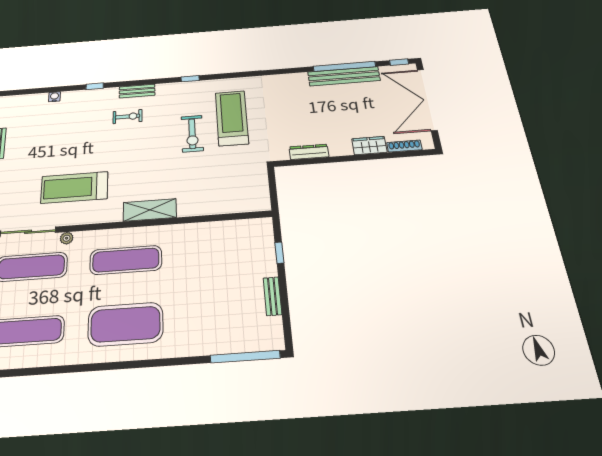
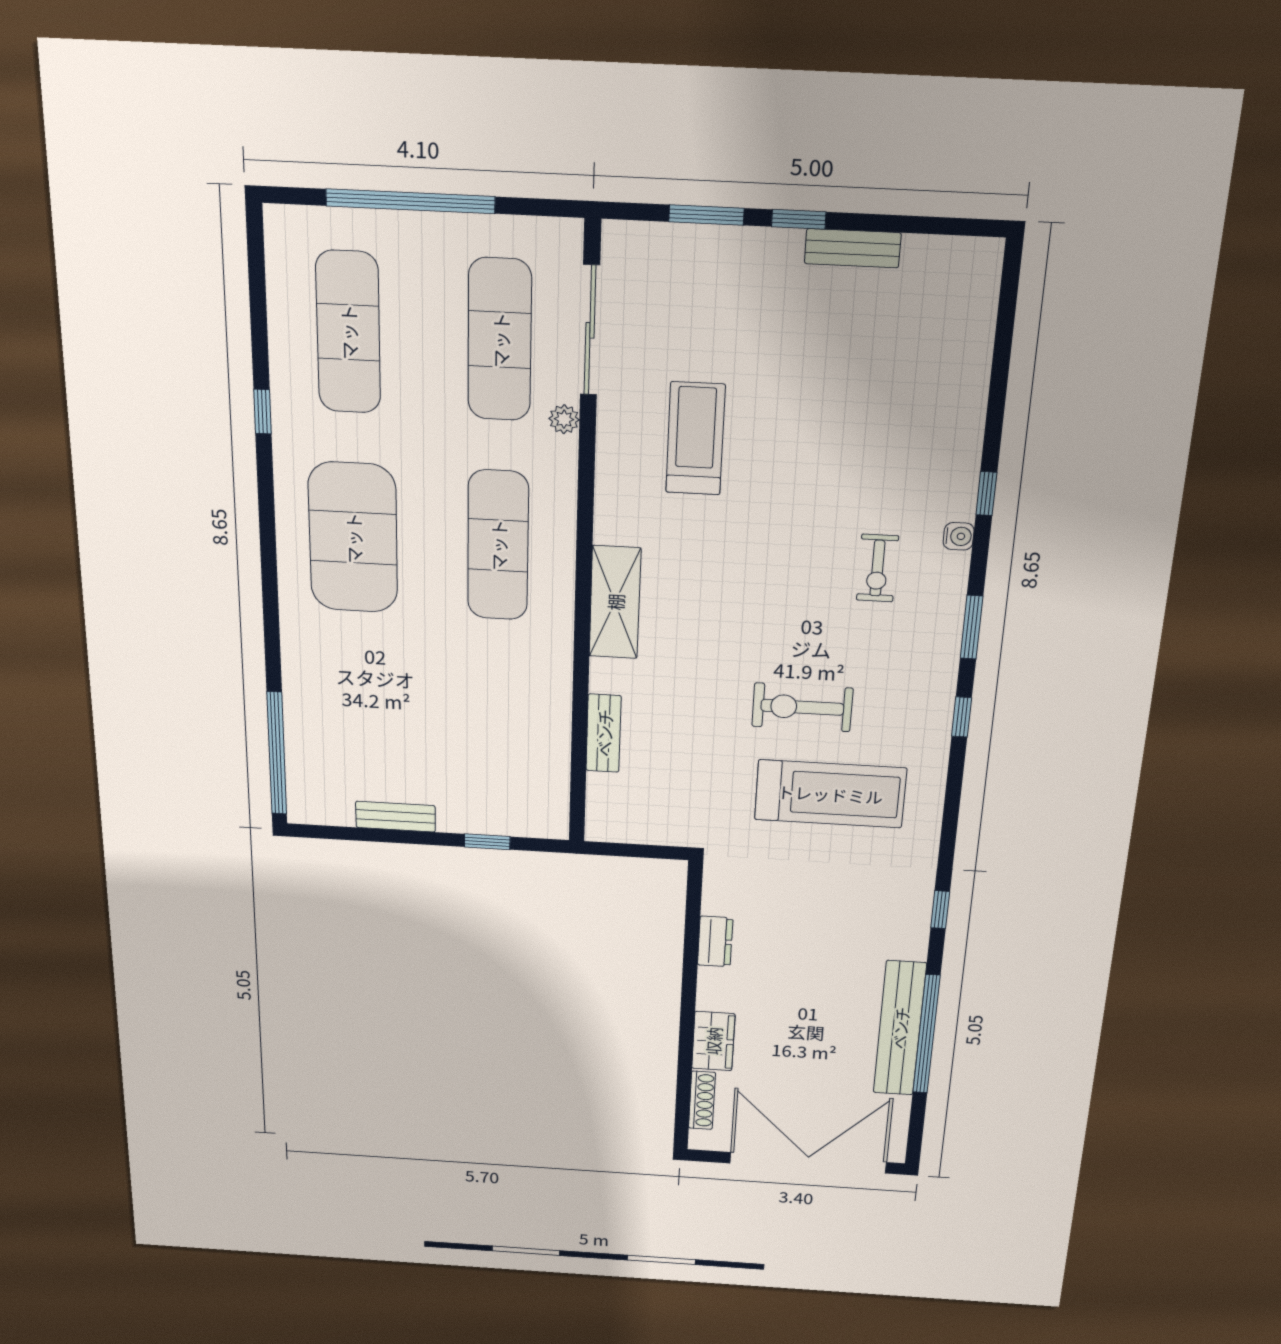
window: (399, 62) -> (940, 910), moved
window: (151, 82) -> (972, 627), added
bench: (137, 91) -> (604, 733), moved
water cooler: (54, 97) -> (959, 536), moved
dresser: (309, 152) -> (715, 941), width x0.70
treadmill: (74, 187) -> (695, 439), width x0.73, depth x0.73
window: (64, 369) -> (263, 412), added

